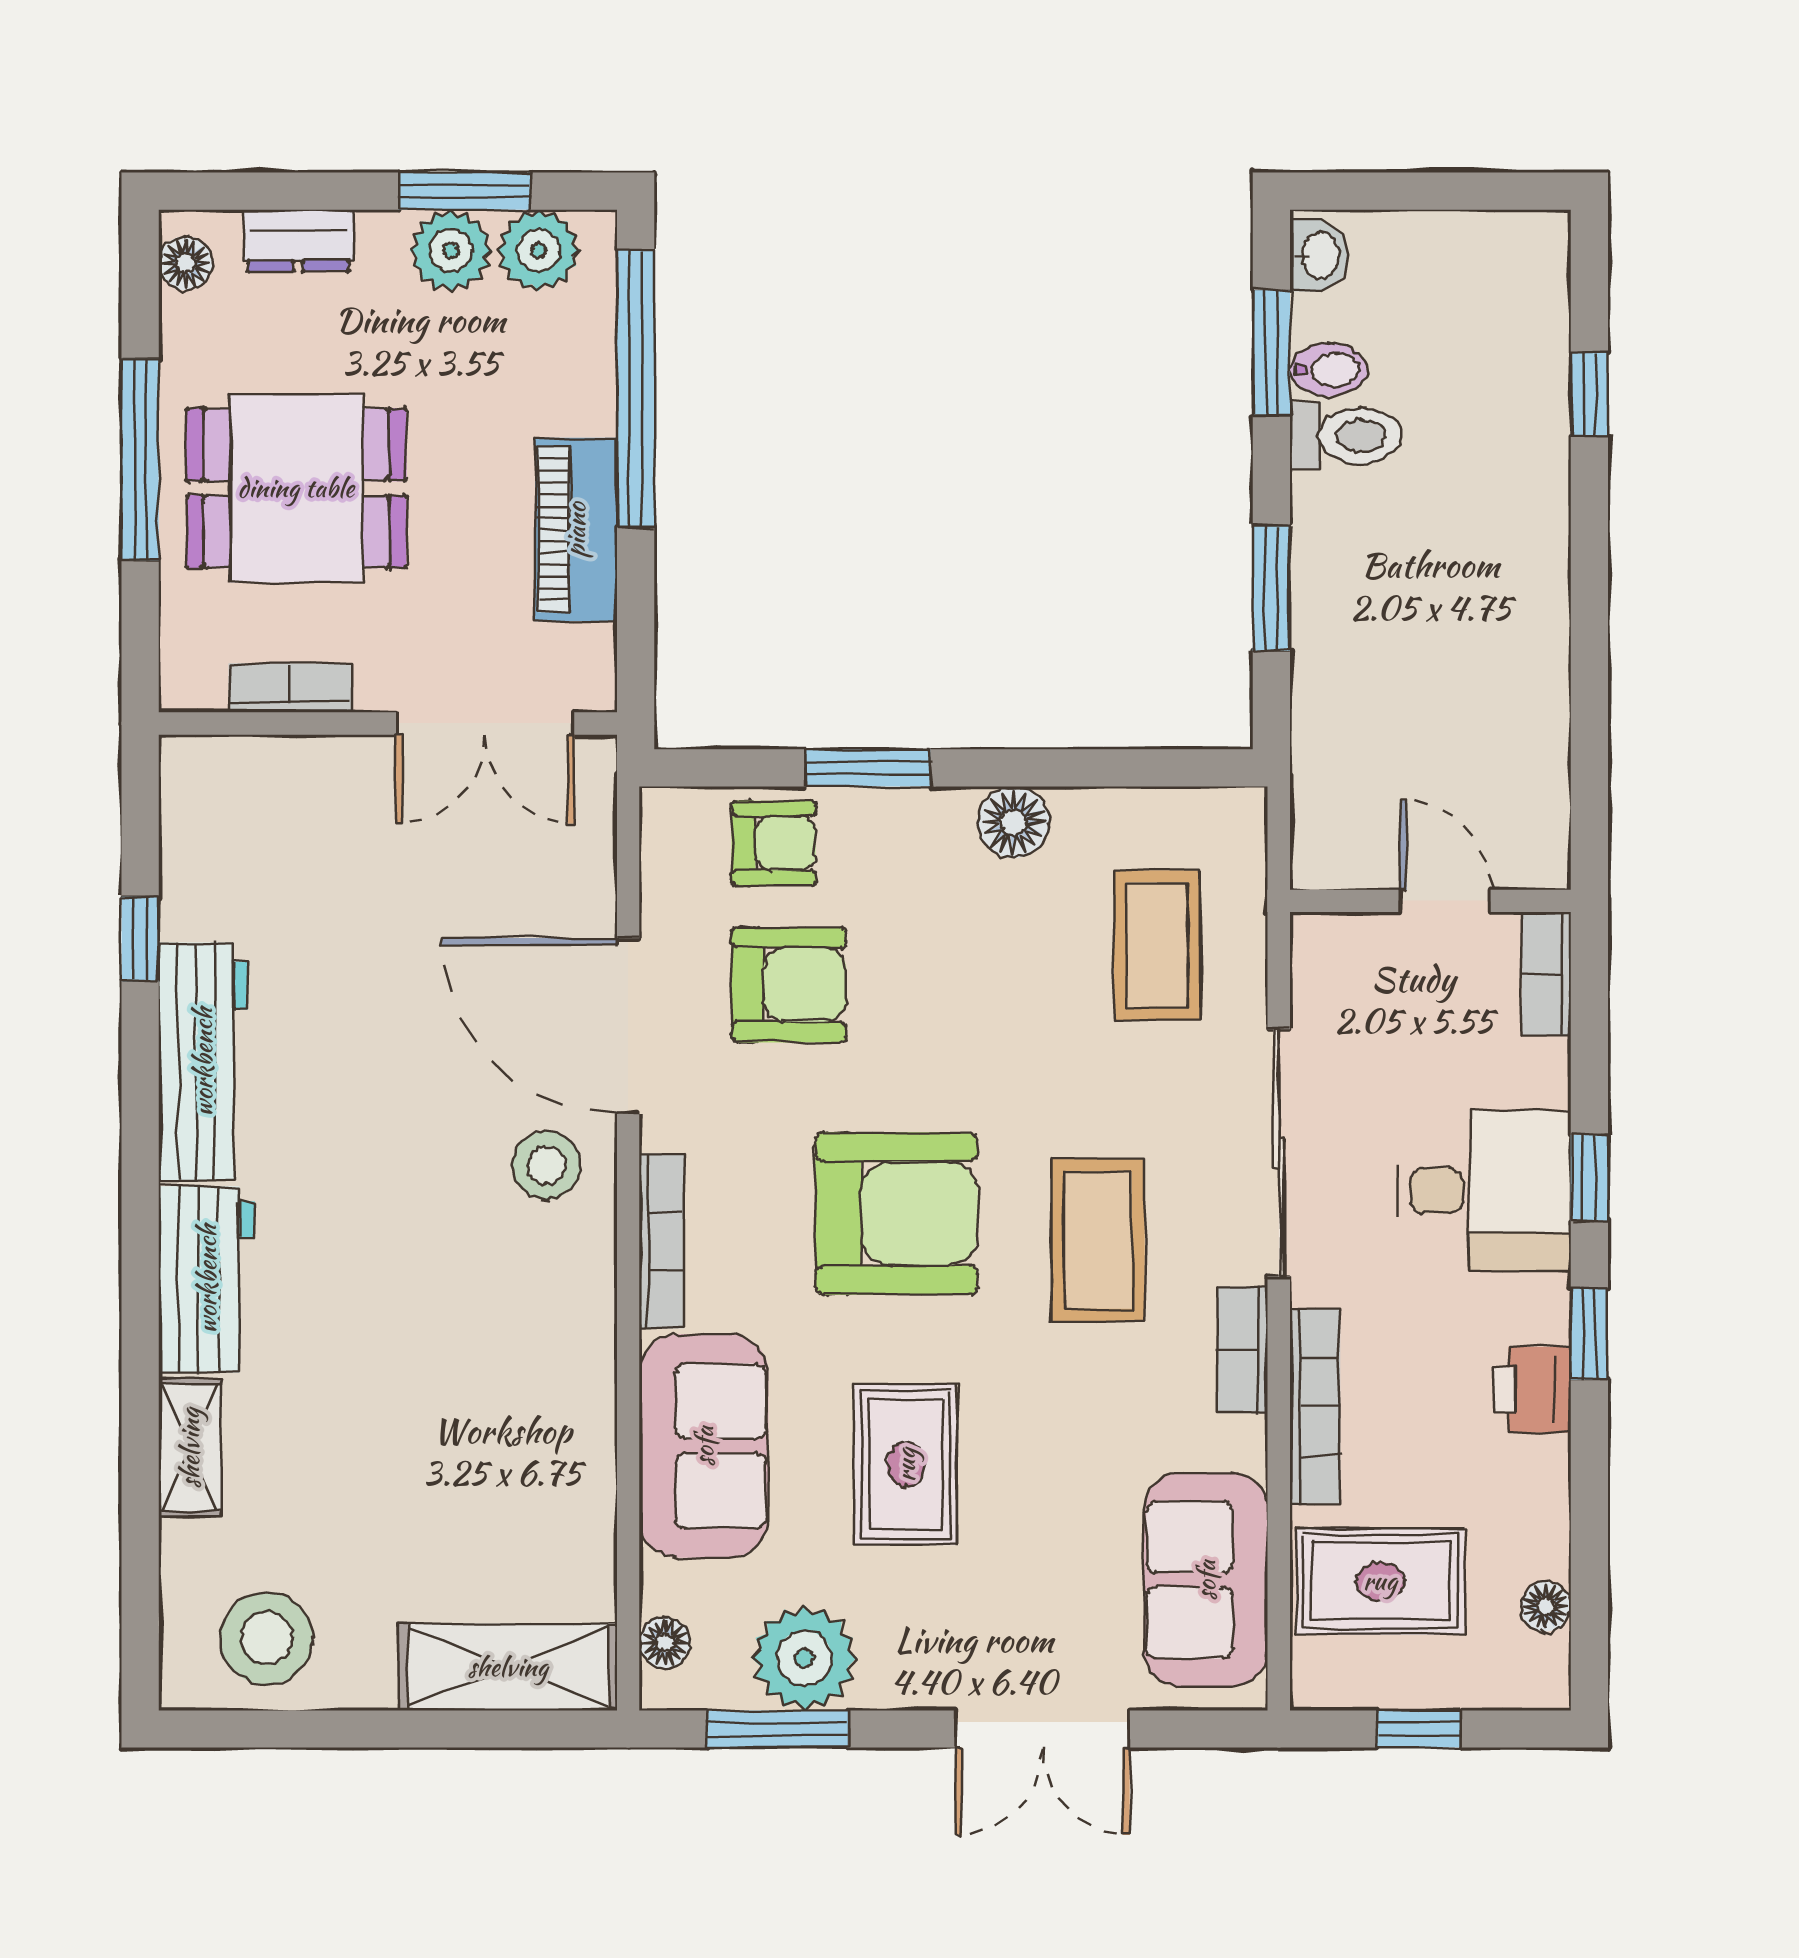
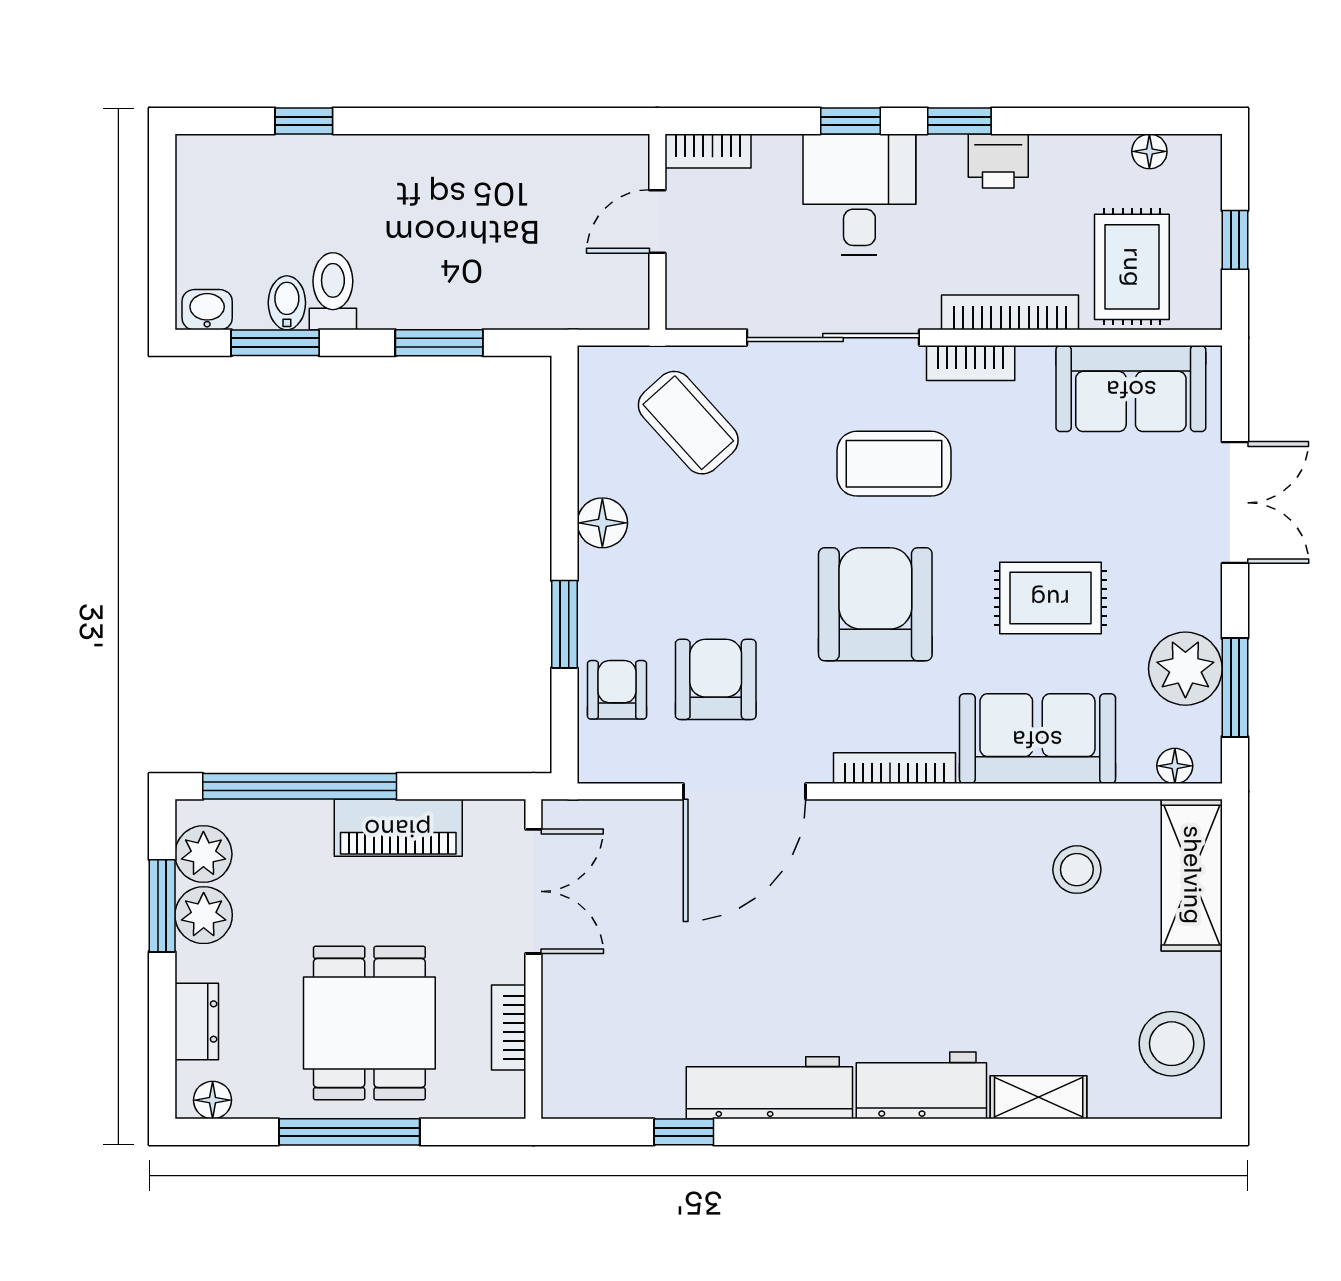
coffee table: (1157, 945) -> (688, 423), turned 48
stool: (546, 1165) -> (1077, 870), moved

